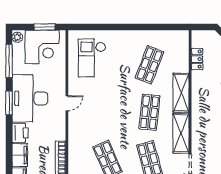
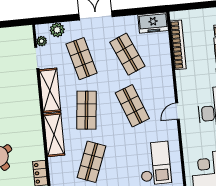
shop shelf: (107, 112) -> (132, 106), added

